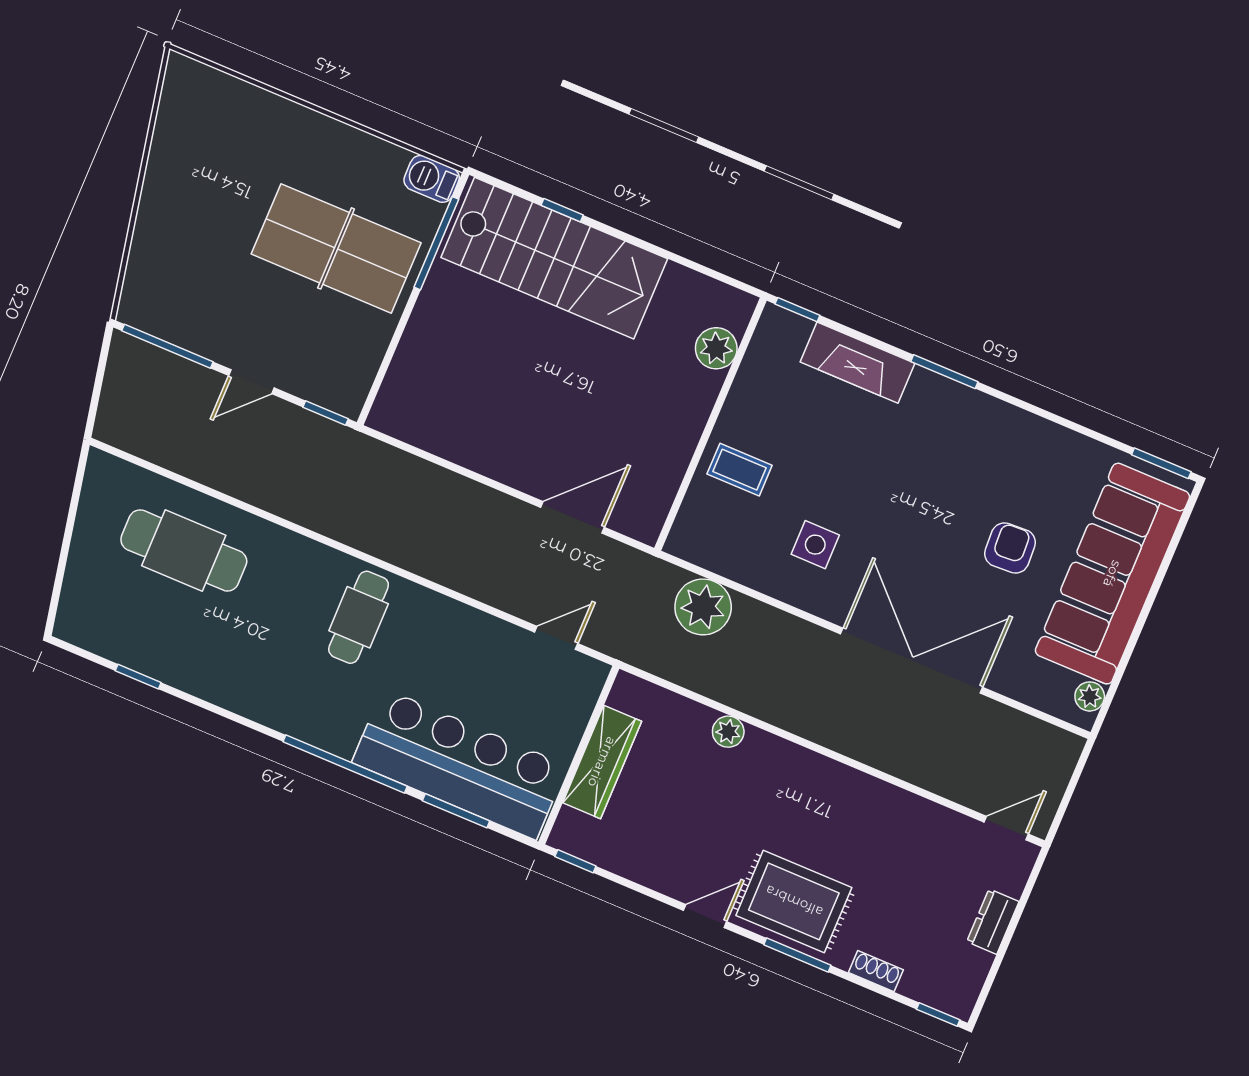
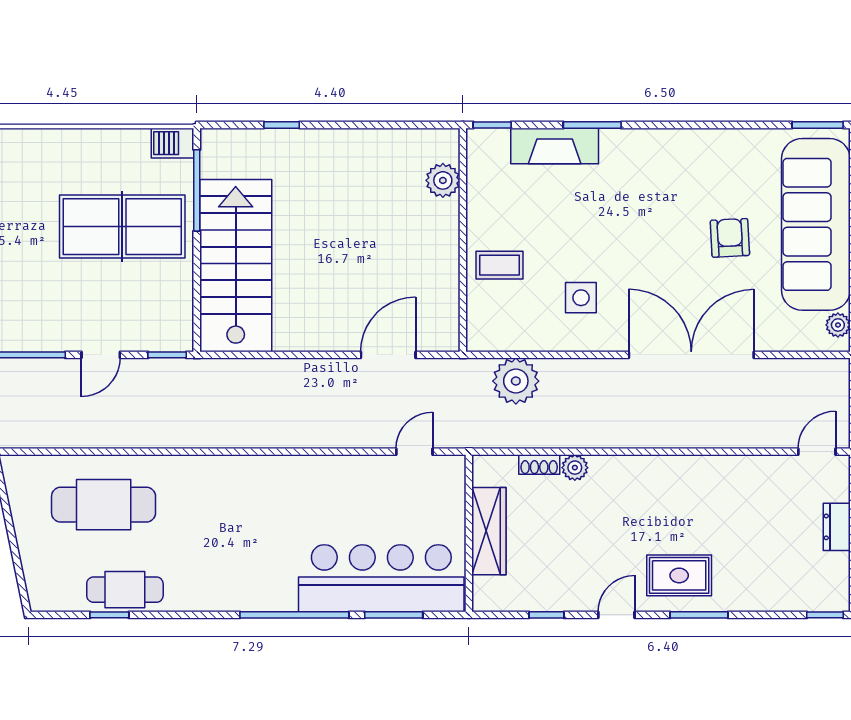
stairs: (554, 258) -> (236, 266), moved, turned -90
window: (944, 372) -> (592, 125), moved
cafe table: (359, 617) -> (125, 590), moved, turned 90
window: (575, 861) -> (547, 615), moved
rug: (794, 901) -> (679, 575), width x0.73, depth x0.70
shoe rack: (876, 971) -> (539, 465), moved, turned 180

